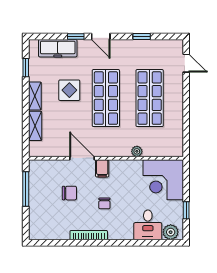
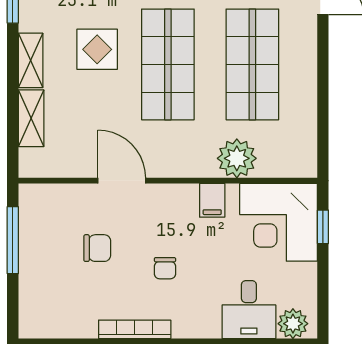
plant: (137, 151) -> (237, 158), width x1.88, depth x1.88
filing cabinet: (102, 168) -> (212, 200), moved
window: (186, 210) -> (323, 227), moved

